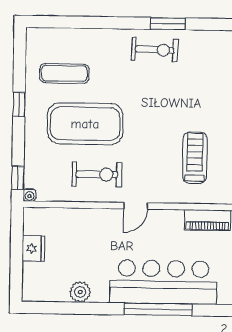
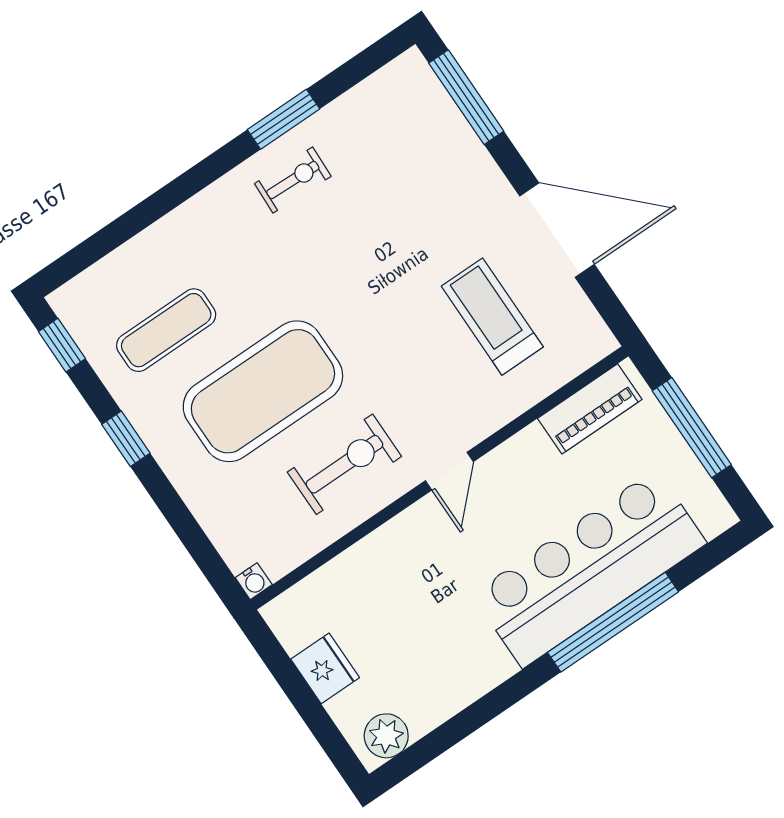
exercise bike: (155, 50) -> (293, 180), width x0.73, depth x0.72
window: (18, 178) -> (62, 345), moved
plant: (80, 292) -> (386, 736), moved

